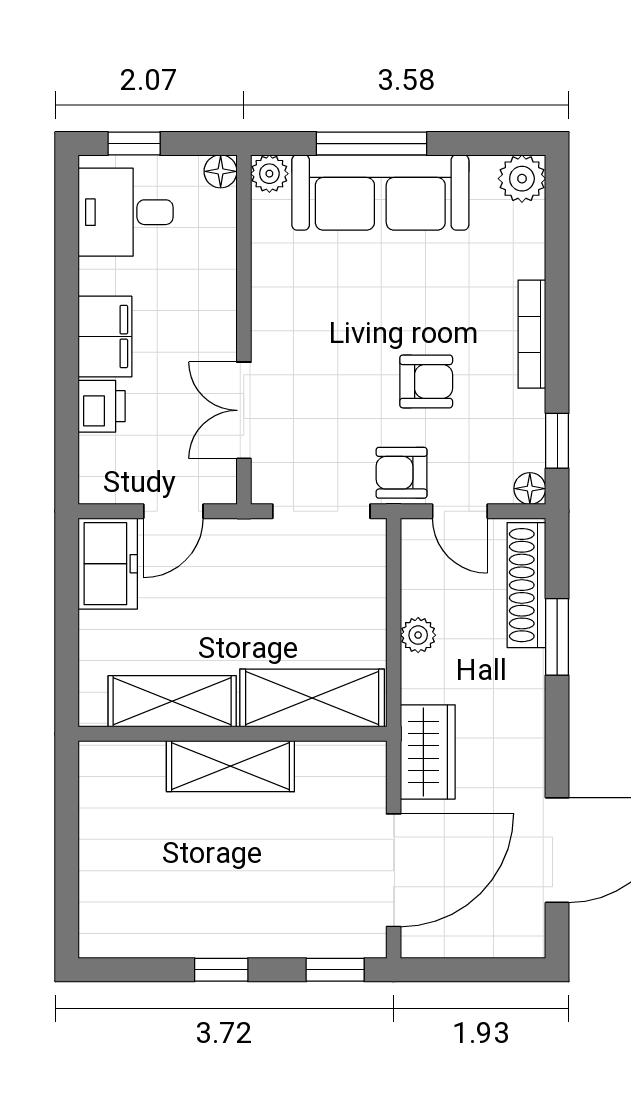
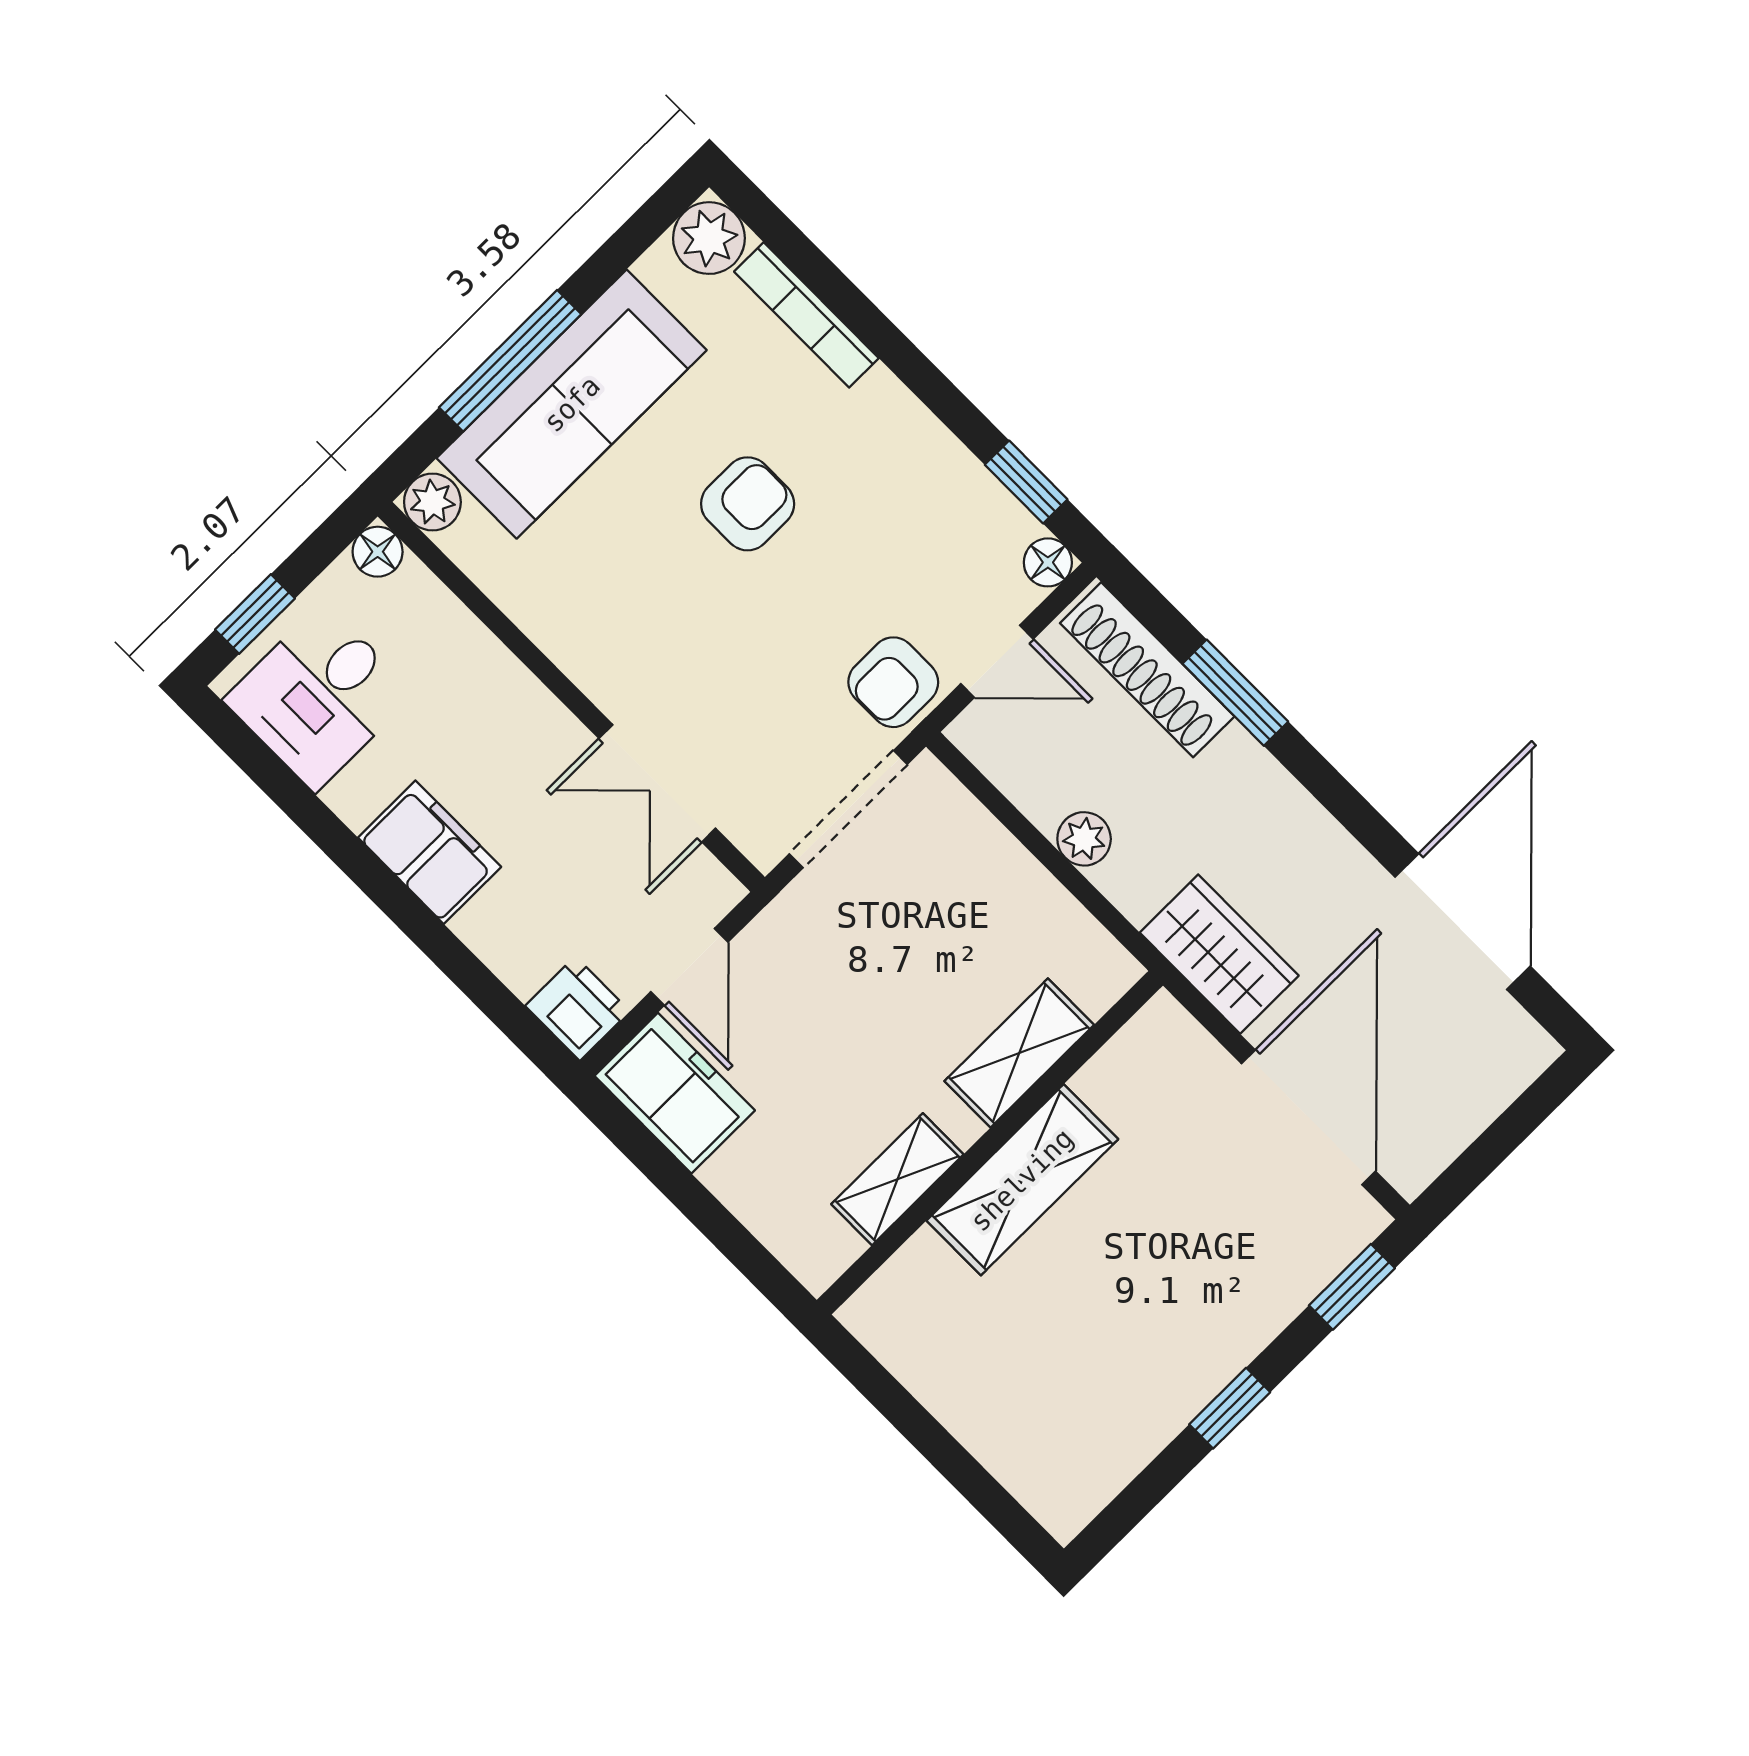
bookcase: (532, 334) -> (806, 315), moved
armchair: (426, 381) -> (748, 504), moved
printer: (102, 406) -> (577, 1008), moved
shelving: (312, 698) -> (1019, 1053), width x0.67, depth x0.75
shelving: (172, 701) -> (897, 1179), width x0.67, depth x0.75

